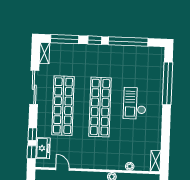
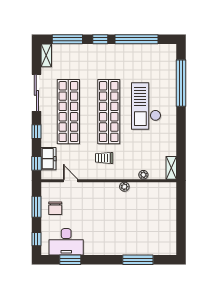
checkout: (135, 103) -> (146, 106), width x1.36, depth x1.21
window: (32, 134) -> (36, 132), moved
trolley: (94, 149) -> (104, 158), added

